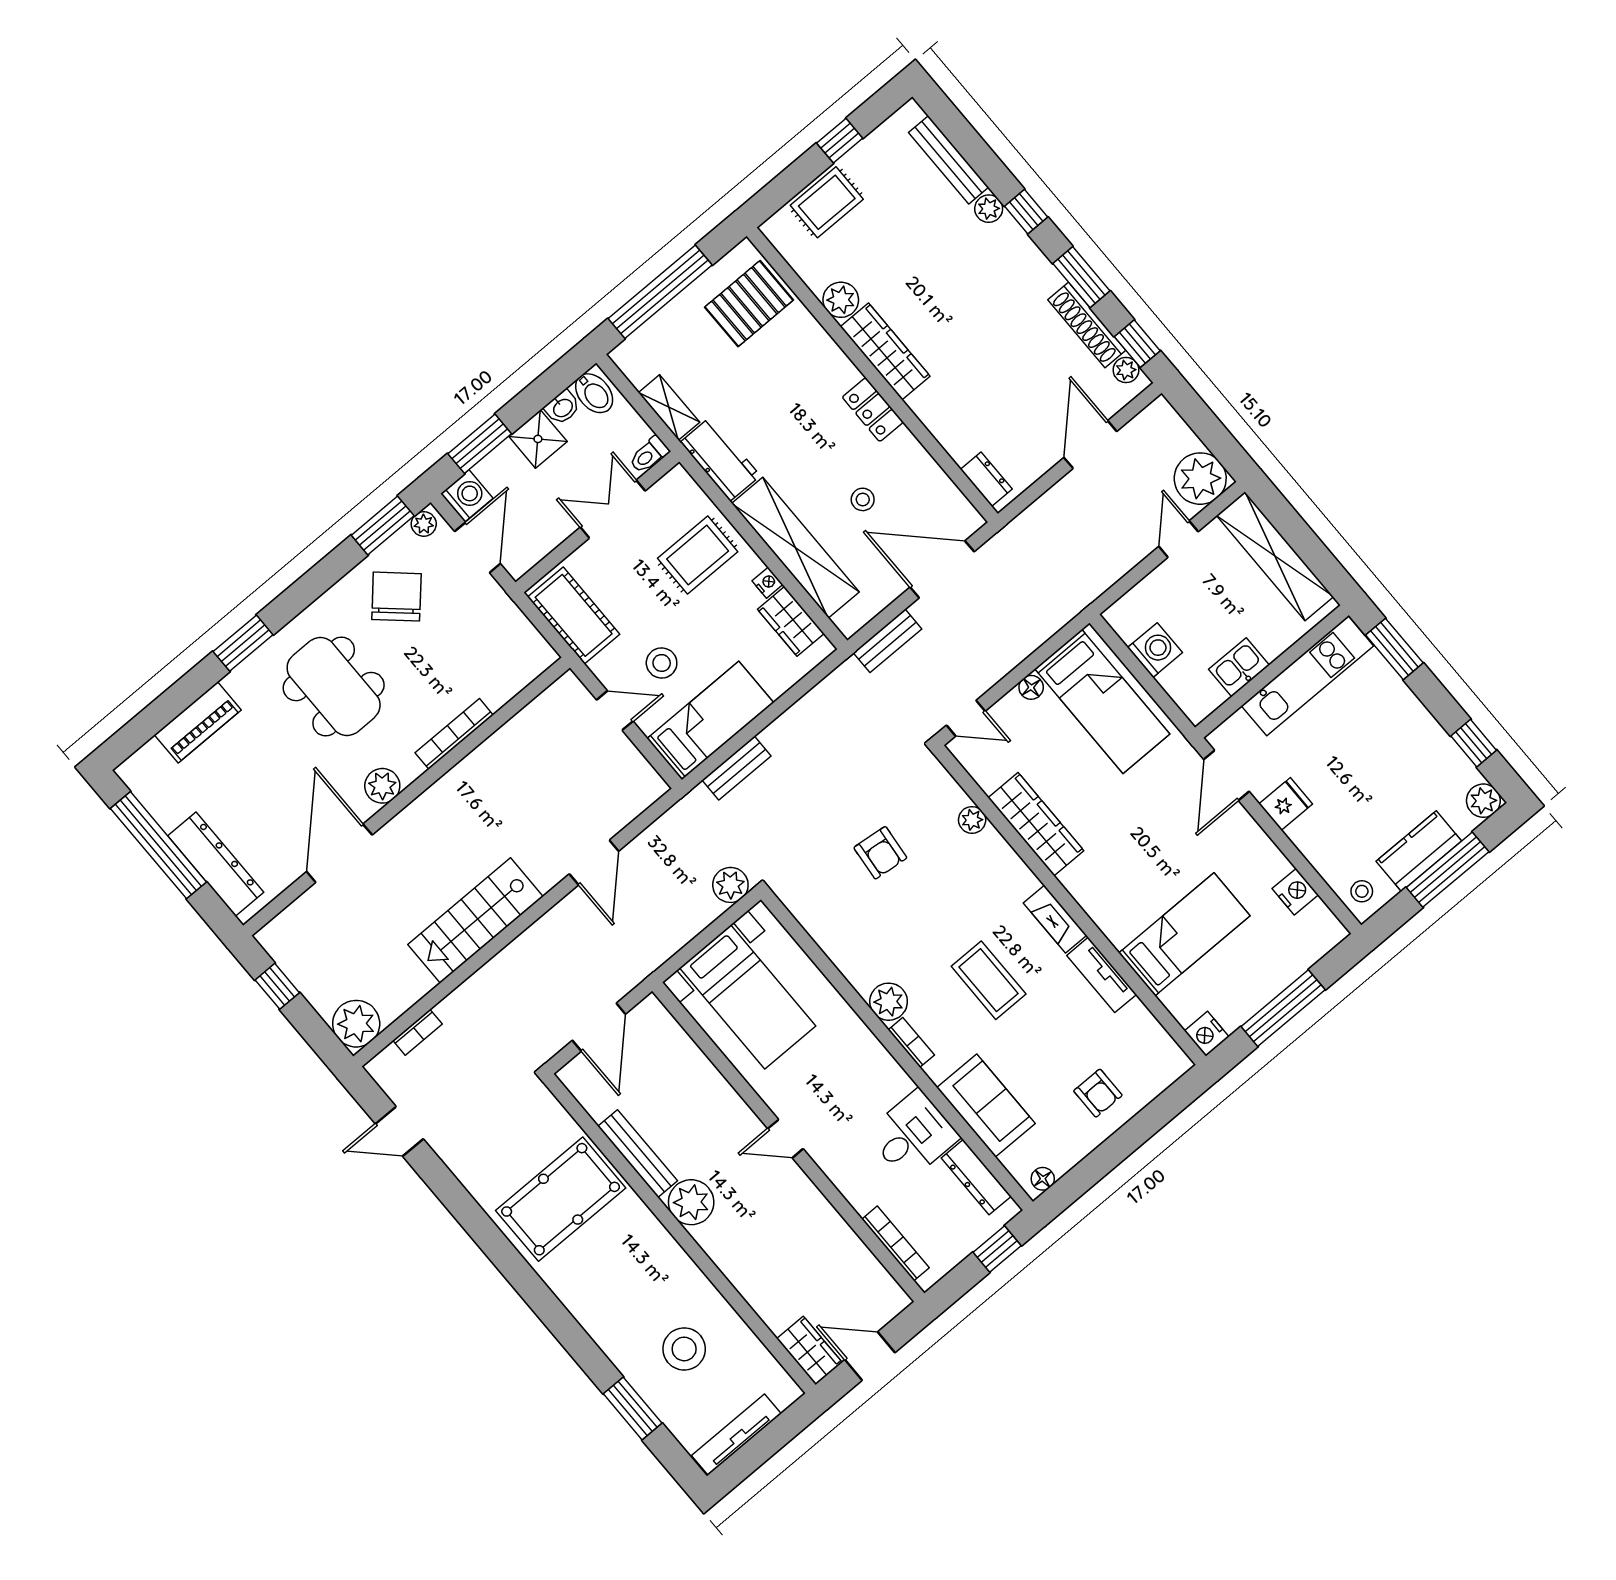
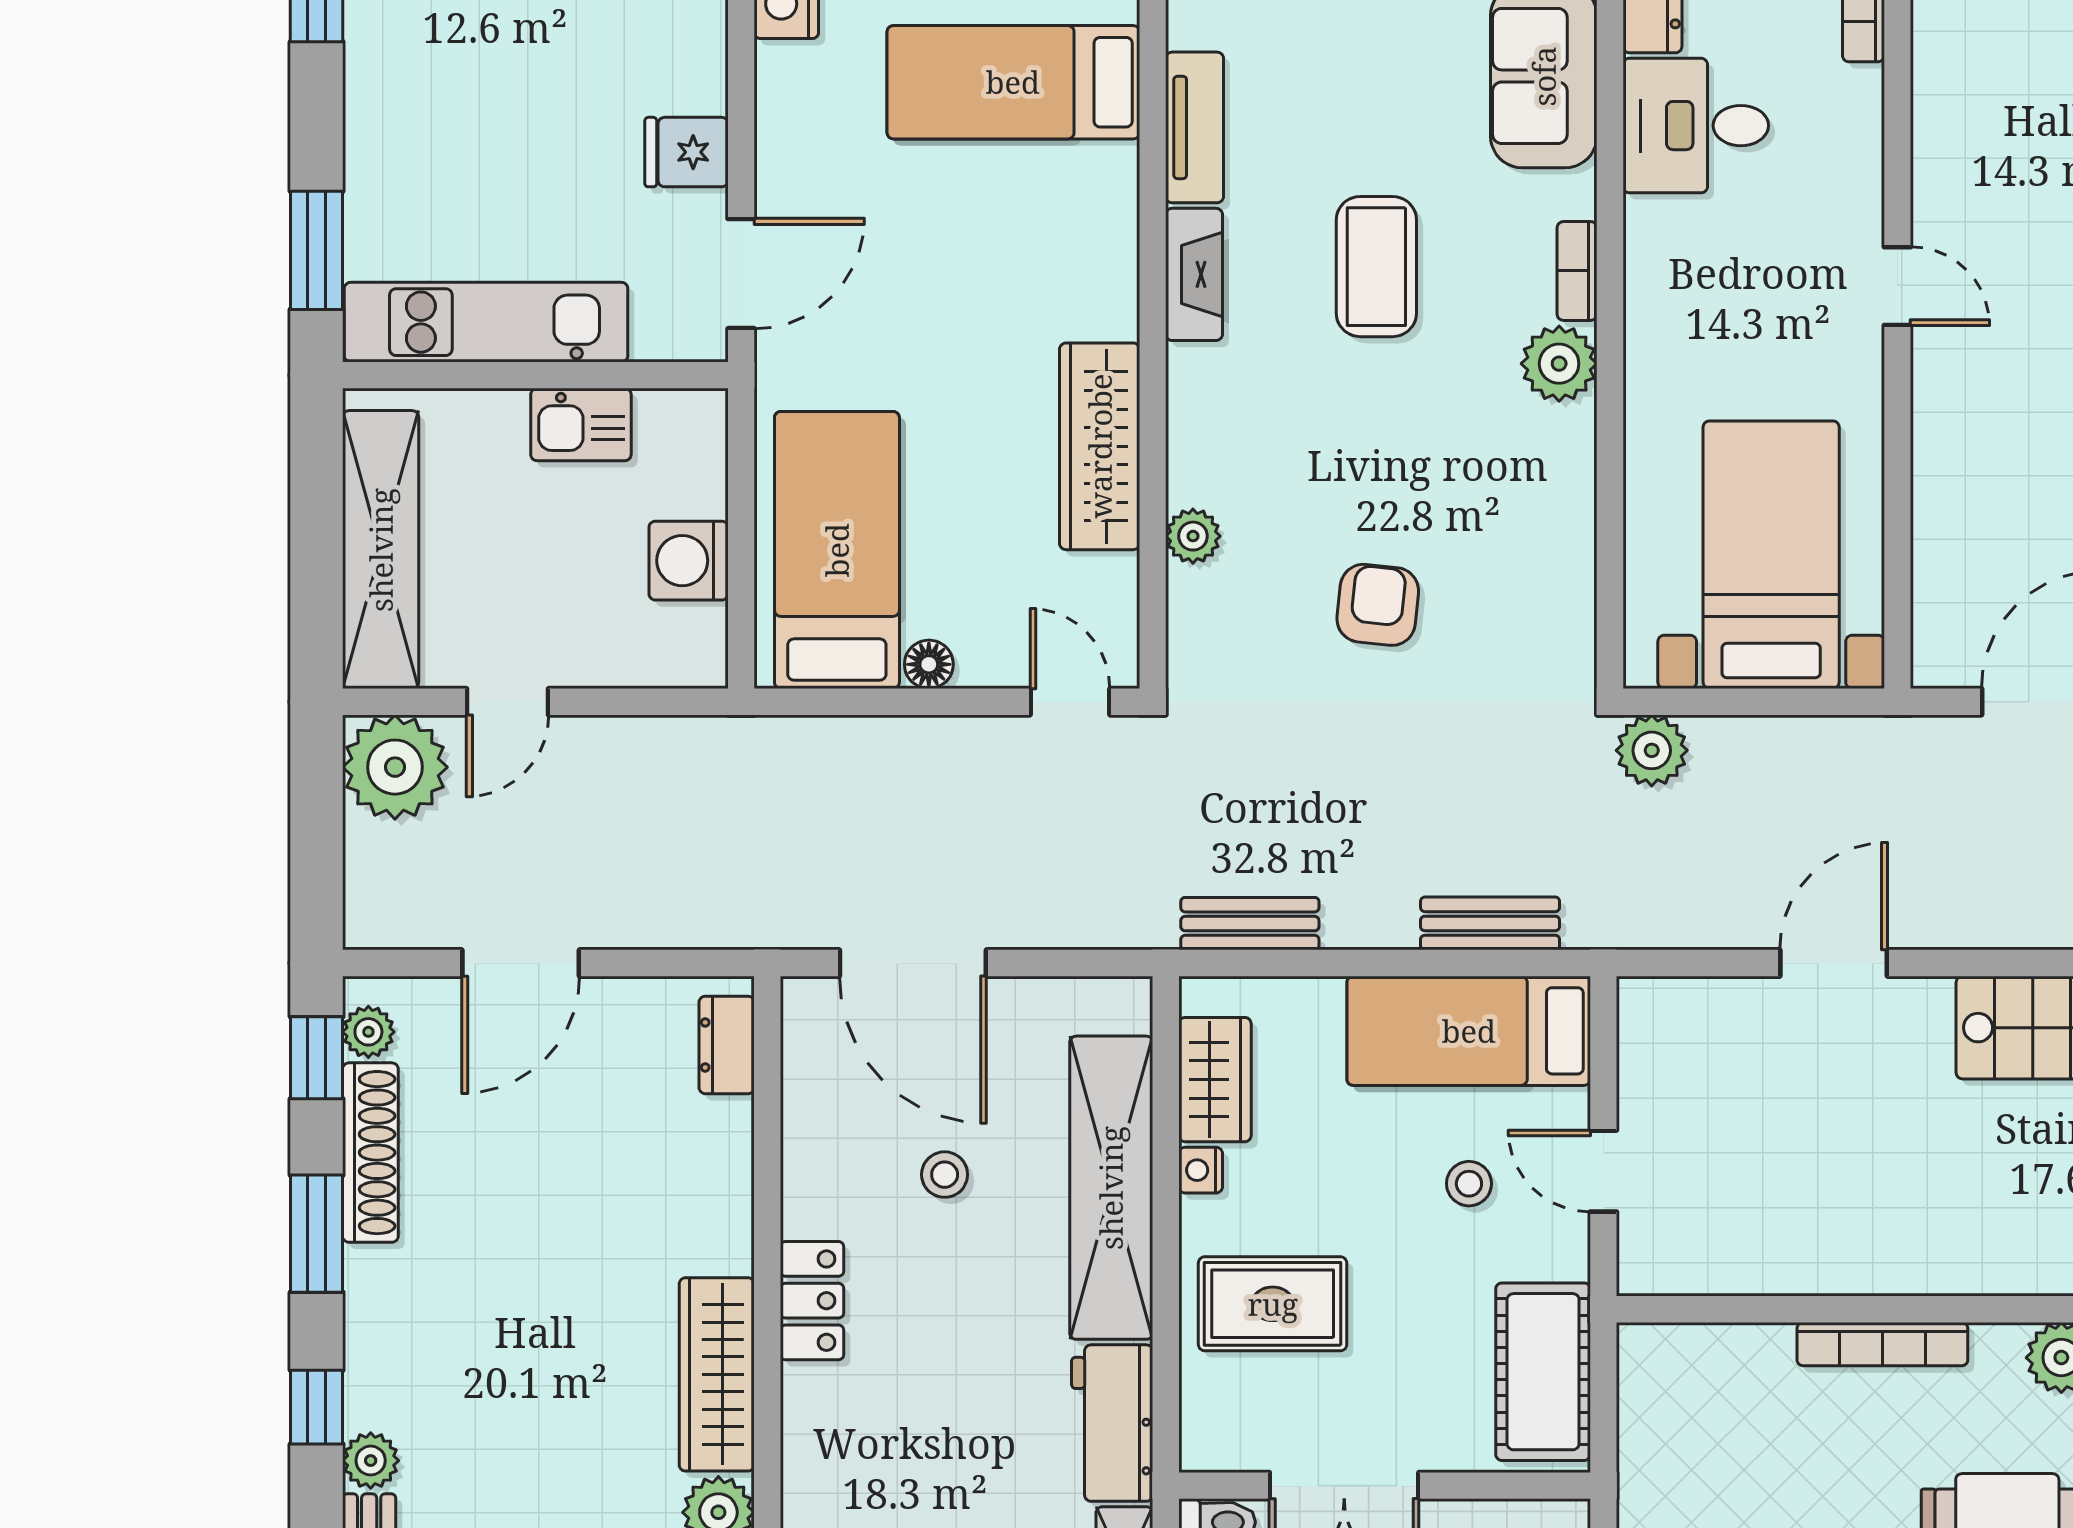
bench: (888, 641) -> (1250, 924), moved
stool: (662, 663) -> (1469, 1184), width x0.73, depth x0.73

